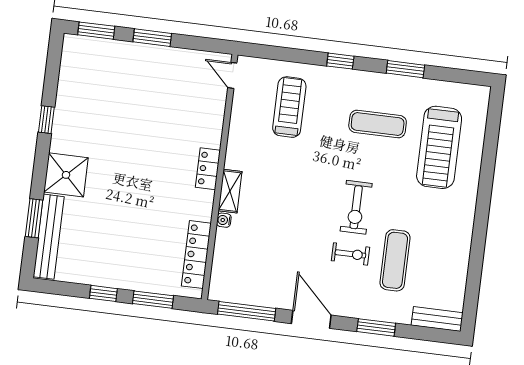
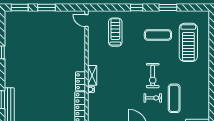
locker: (208, 169) -> (80, 81), moved
shower: (66, 175) -> (14, 77), removed

